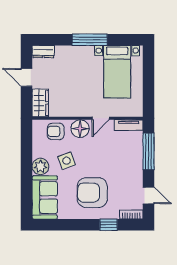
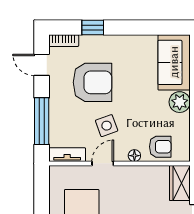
floor lamp: (80, 129) -> (134, 156), width x0.53, depth x0.53
side table: (67, 161) -> (107, 126), moved
armchair: (92, 193) -> (93, 82), moved

